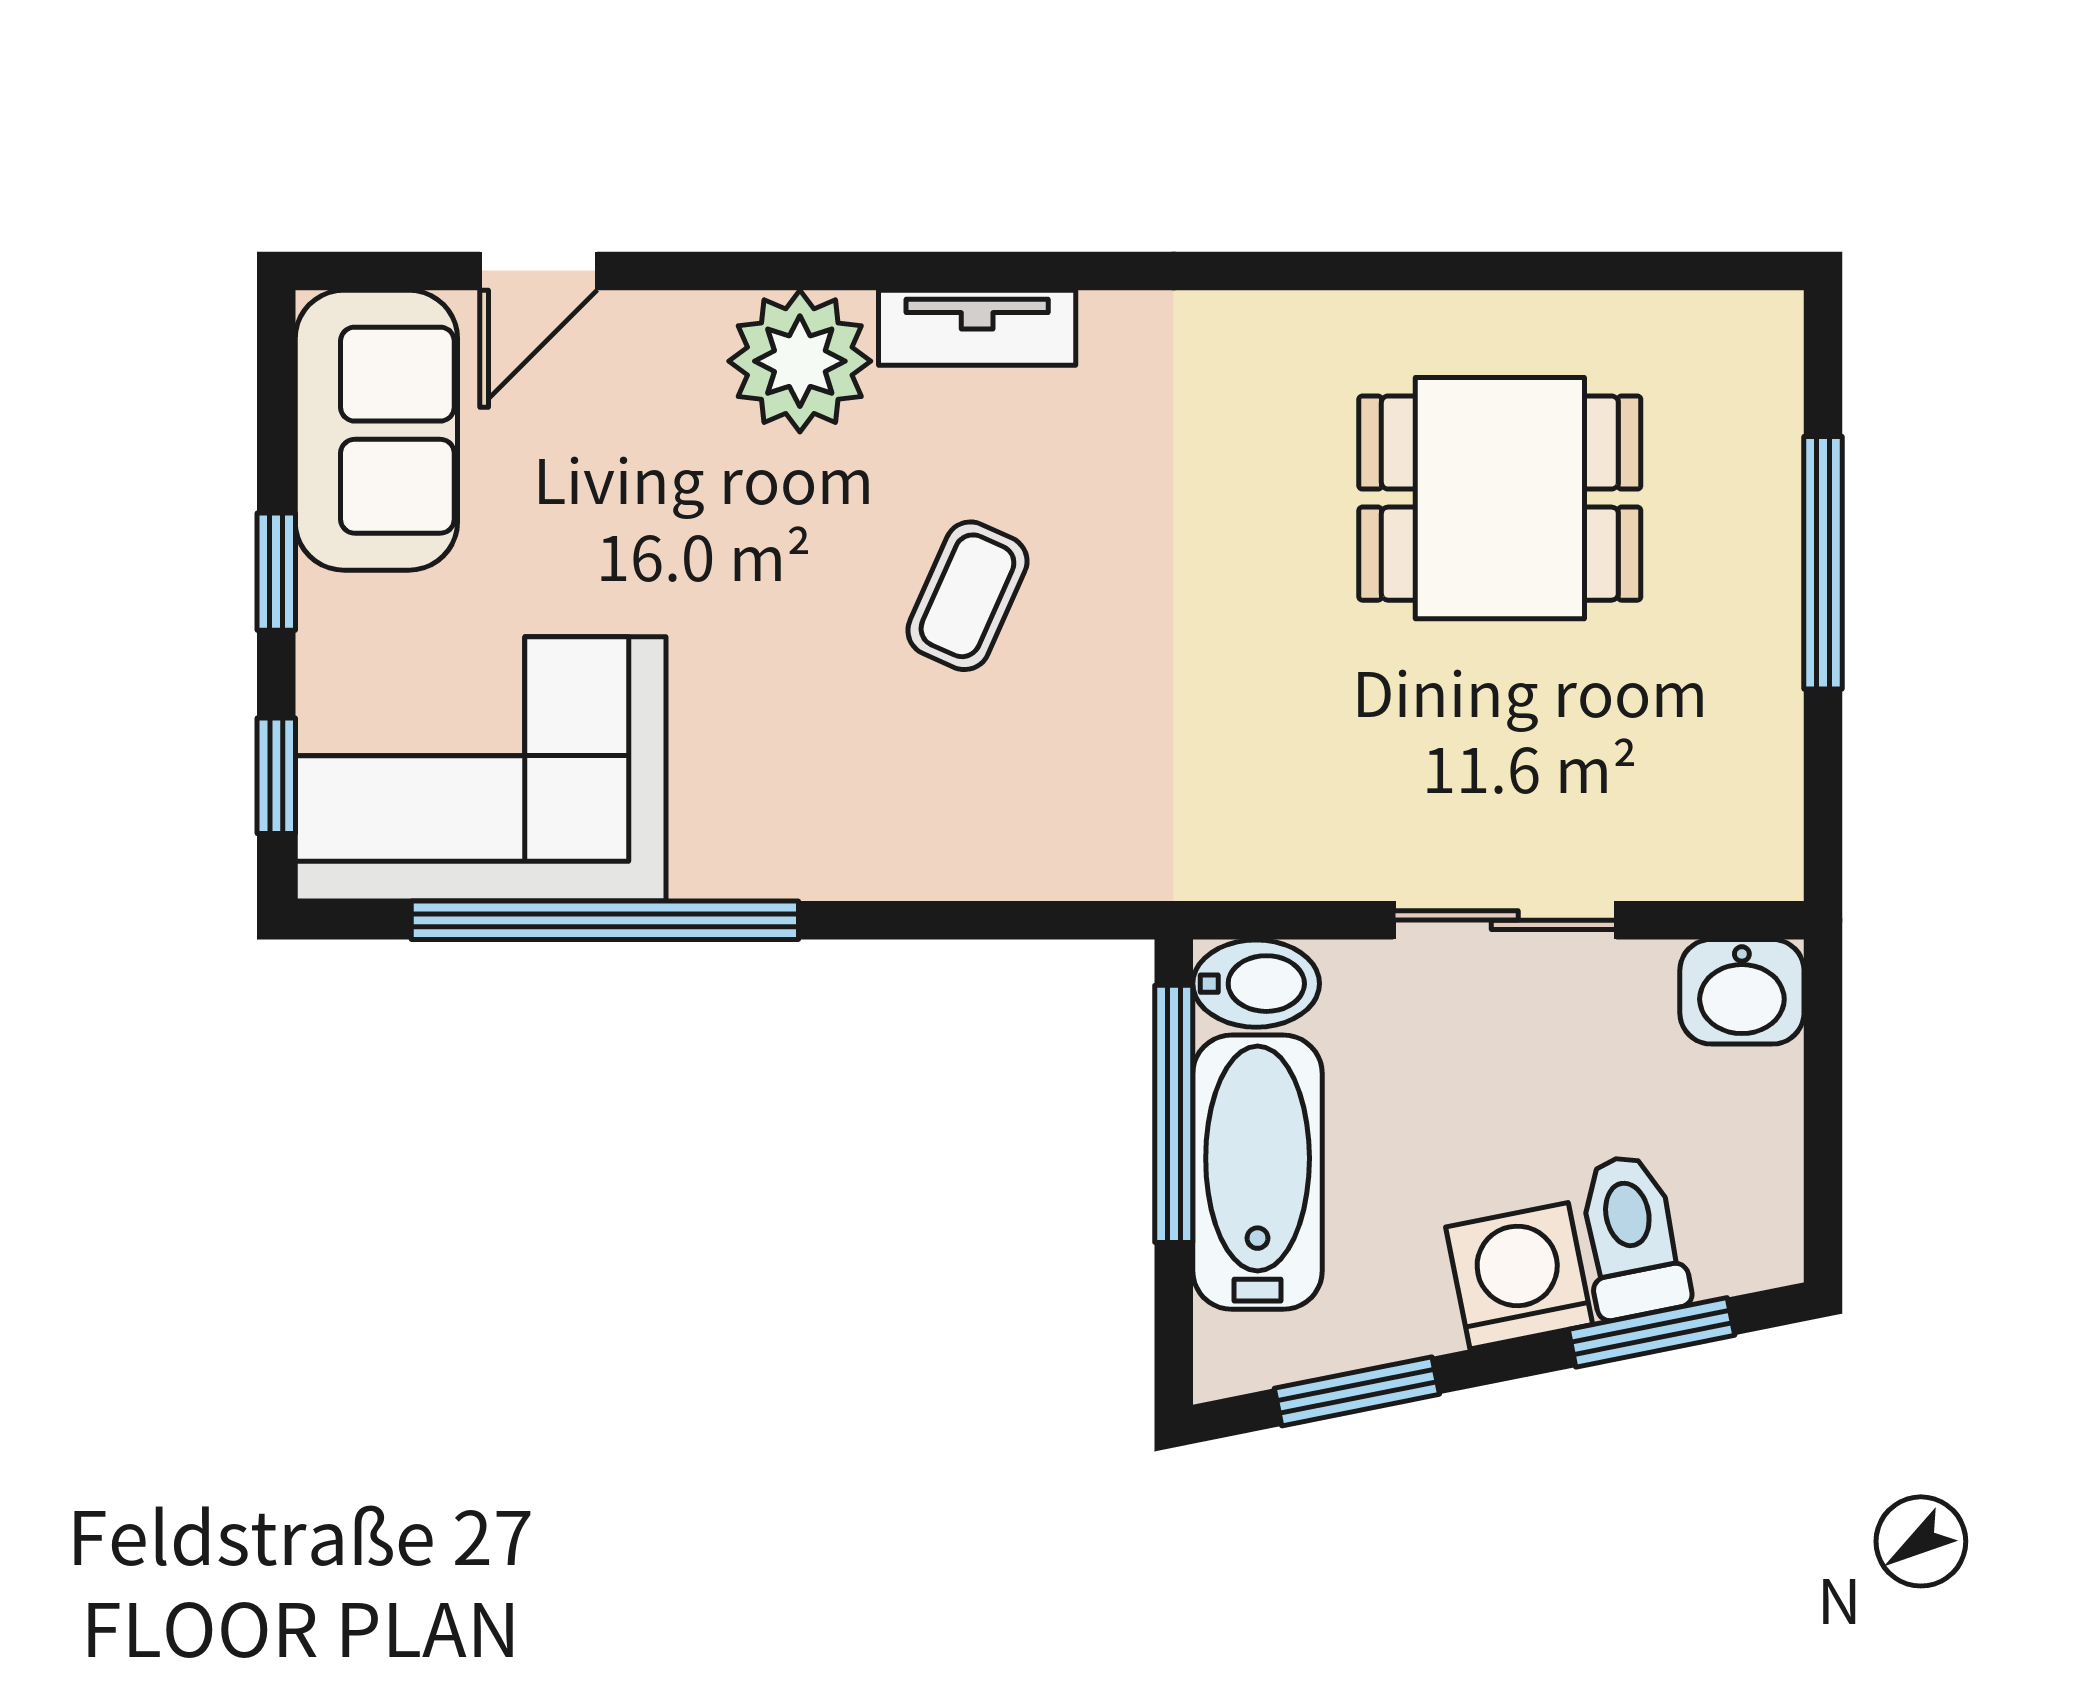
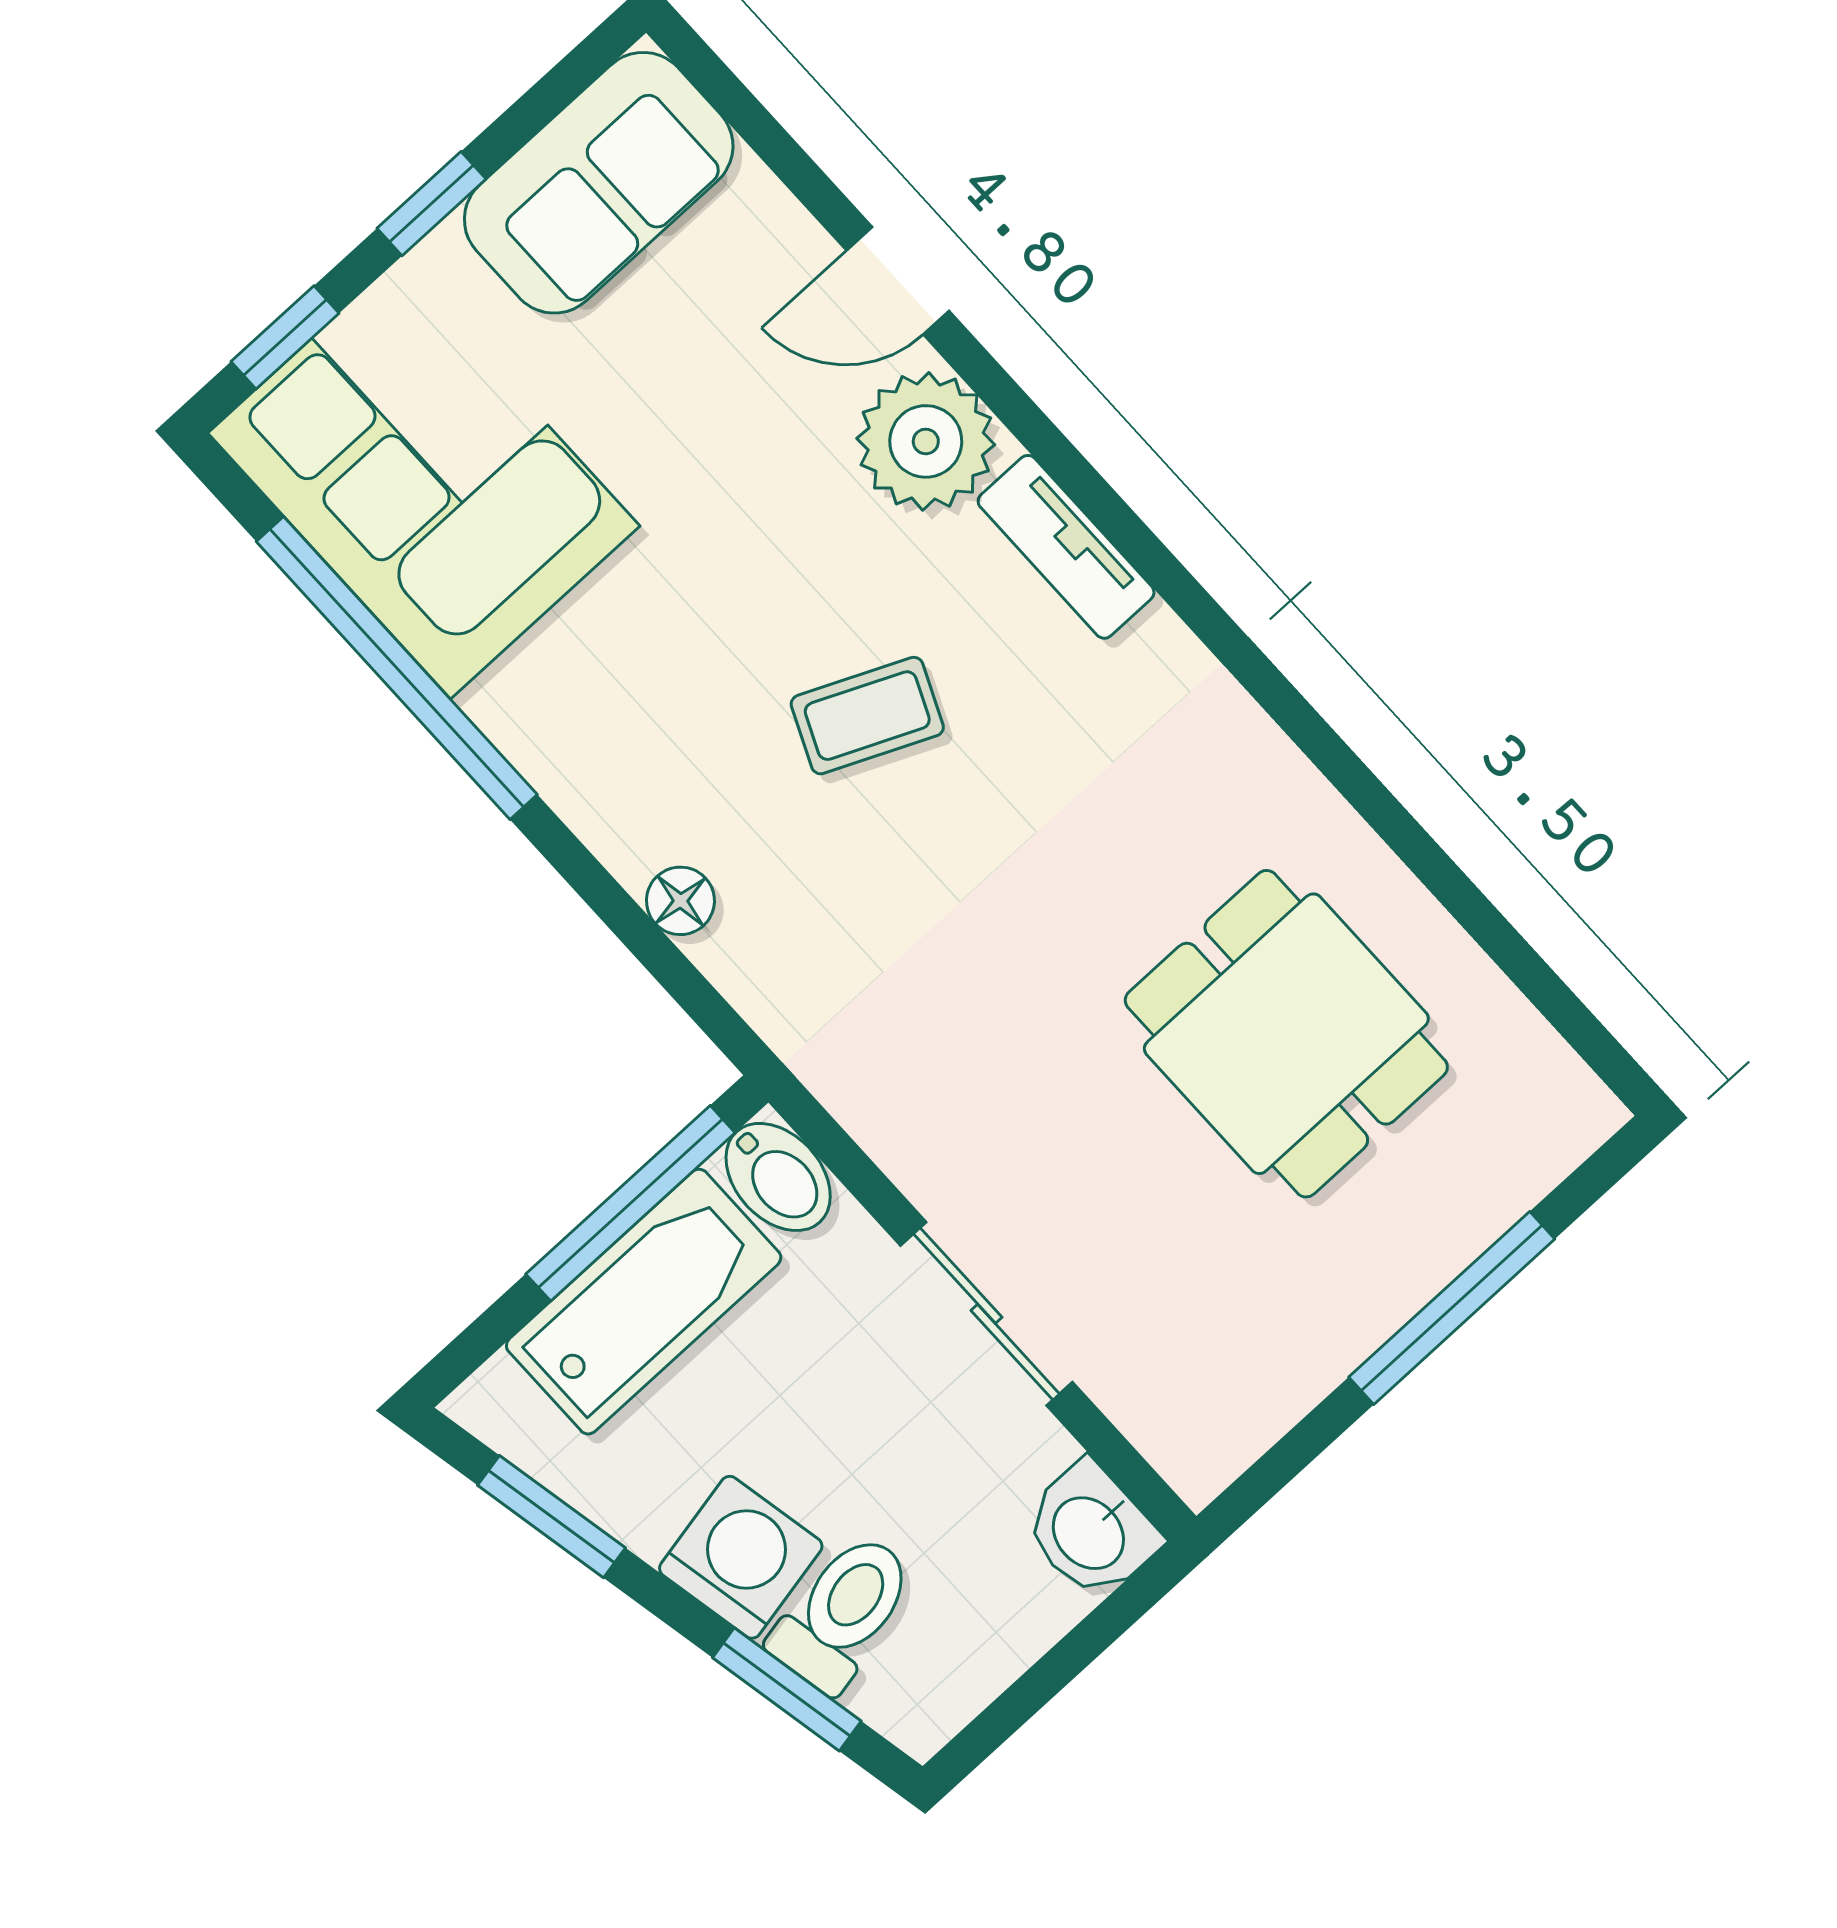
door: (539, 271) -> (898, 281), moved
floor lamp: (979, 866) -> (680, 901), added

